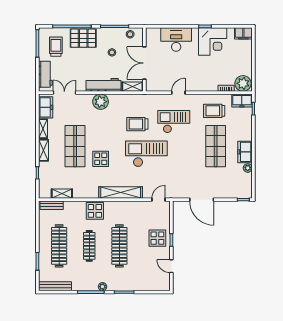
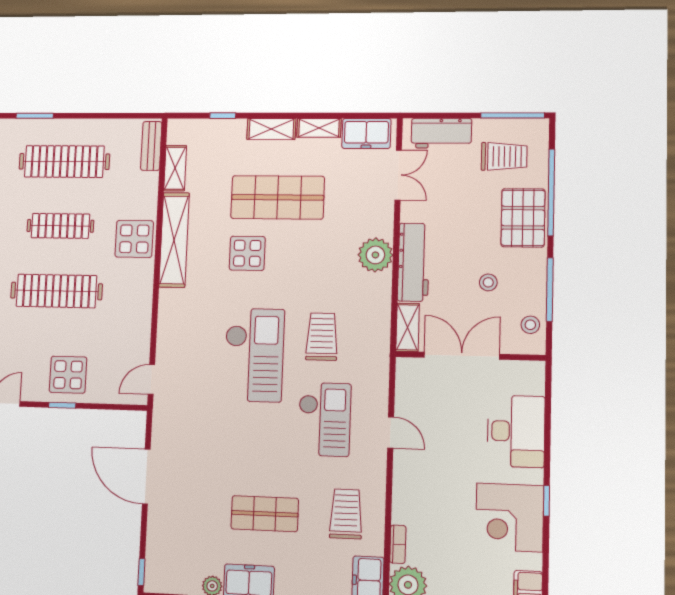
shop shelf: (216, 146) -> (265, 514), width x0.70, depth x0.74
shelving: (121, 192) -> (174, 240), moved
door: (159, 200) -> (151, 380), swing flipped
door: (202, 200) -> (146, 477), hinge flipped

